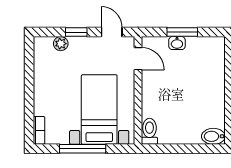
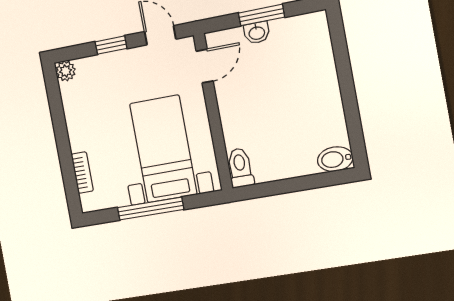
plant: (61, 44) -> (66, 71), moved
door: (138, 59) -> (205, 66), hinge flipped
bookcase: (39, 130) -> (82, 173), moved

